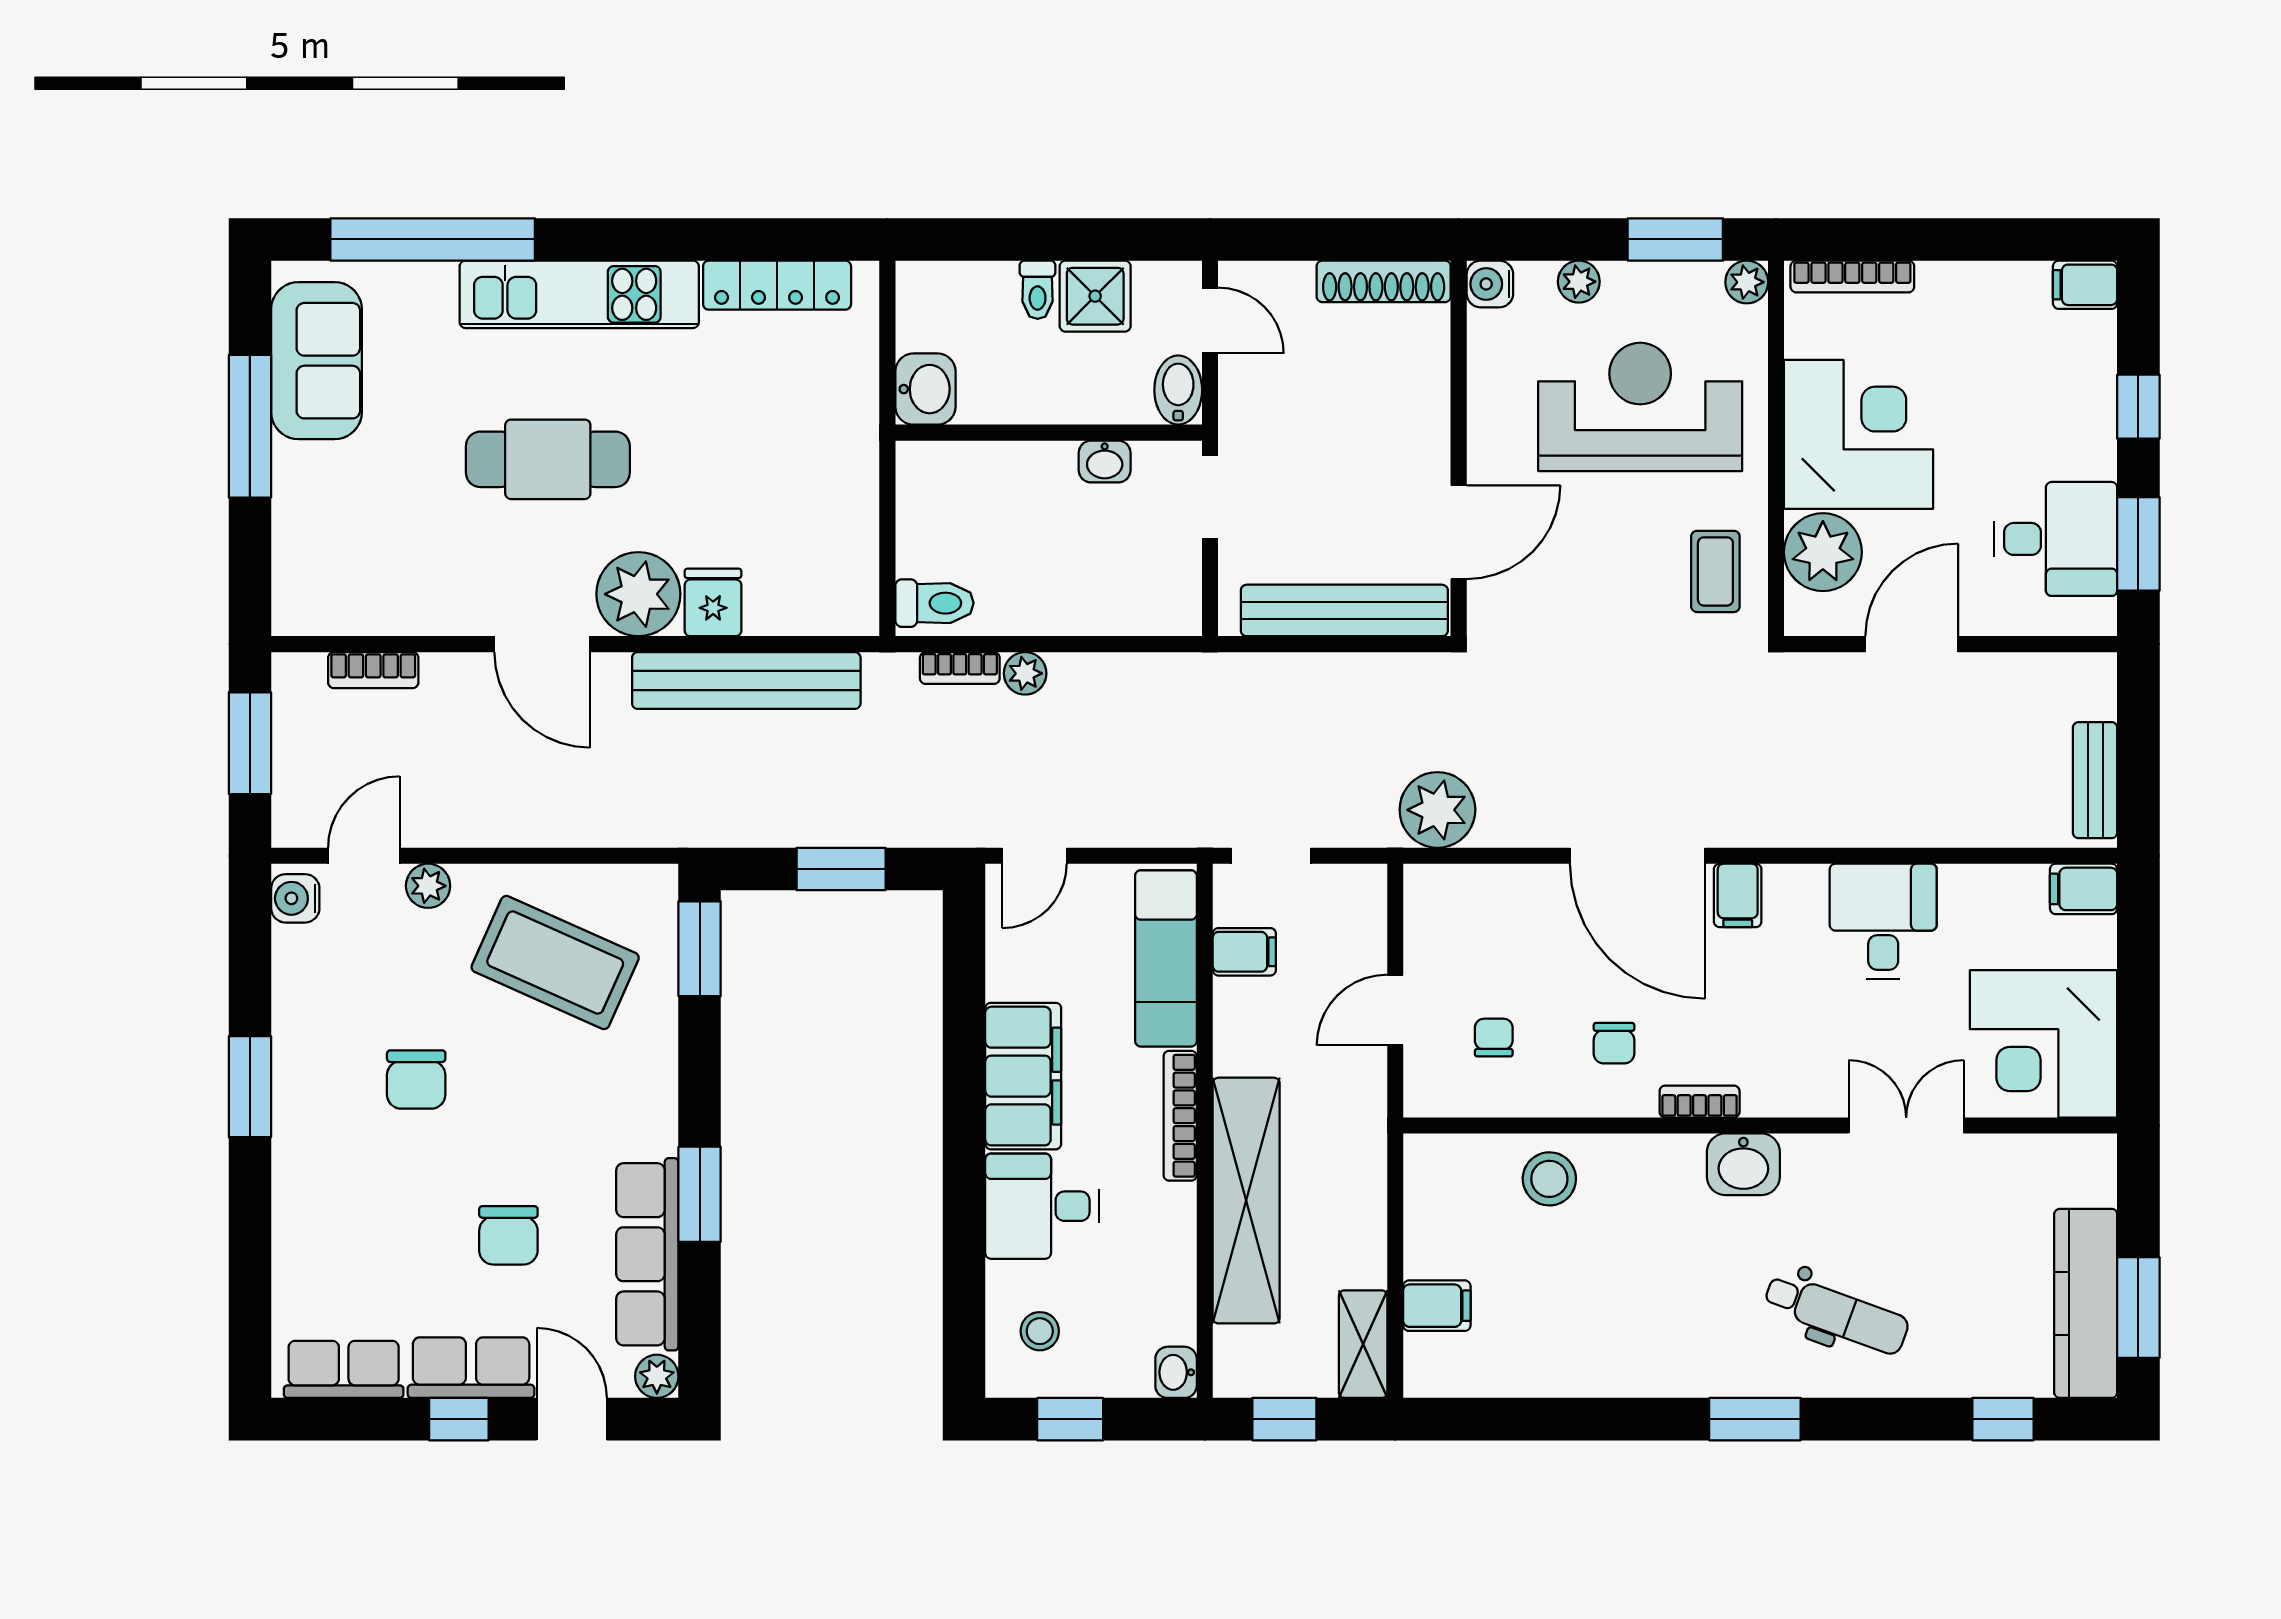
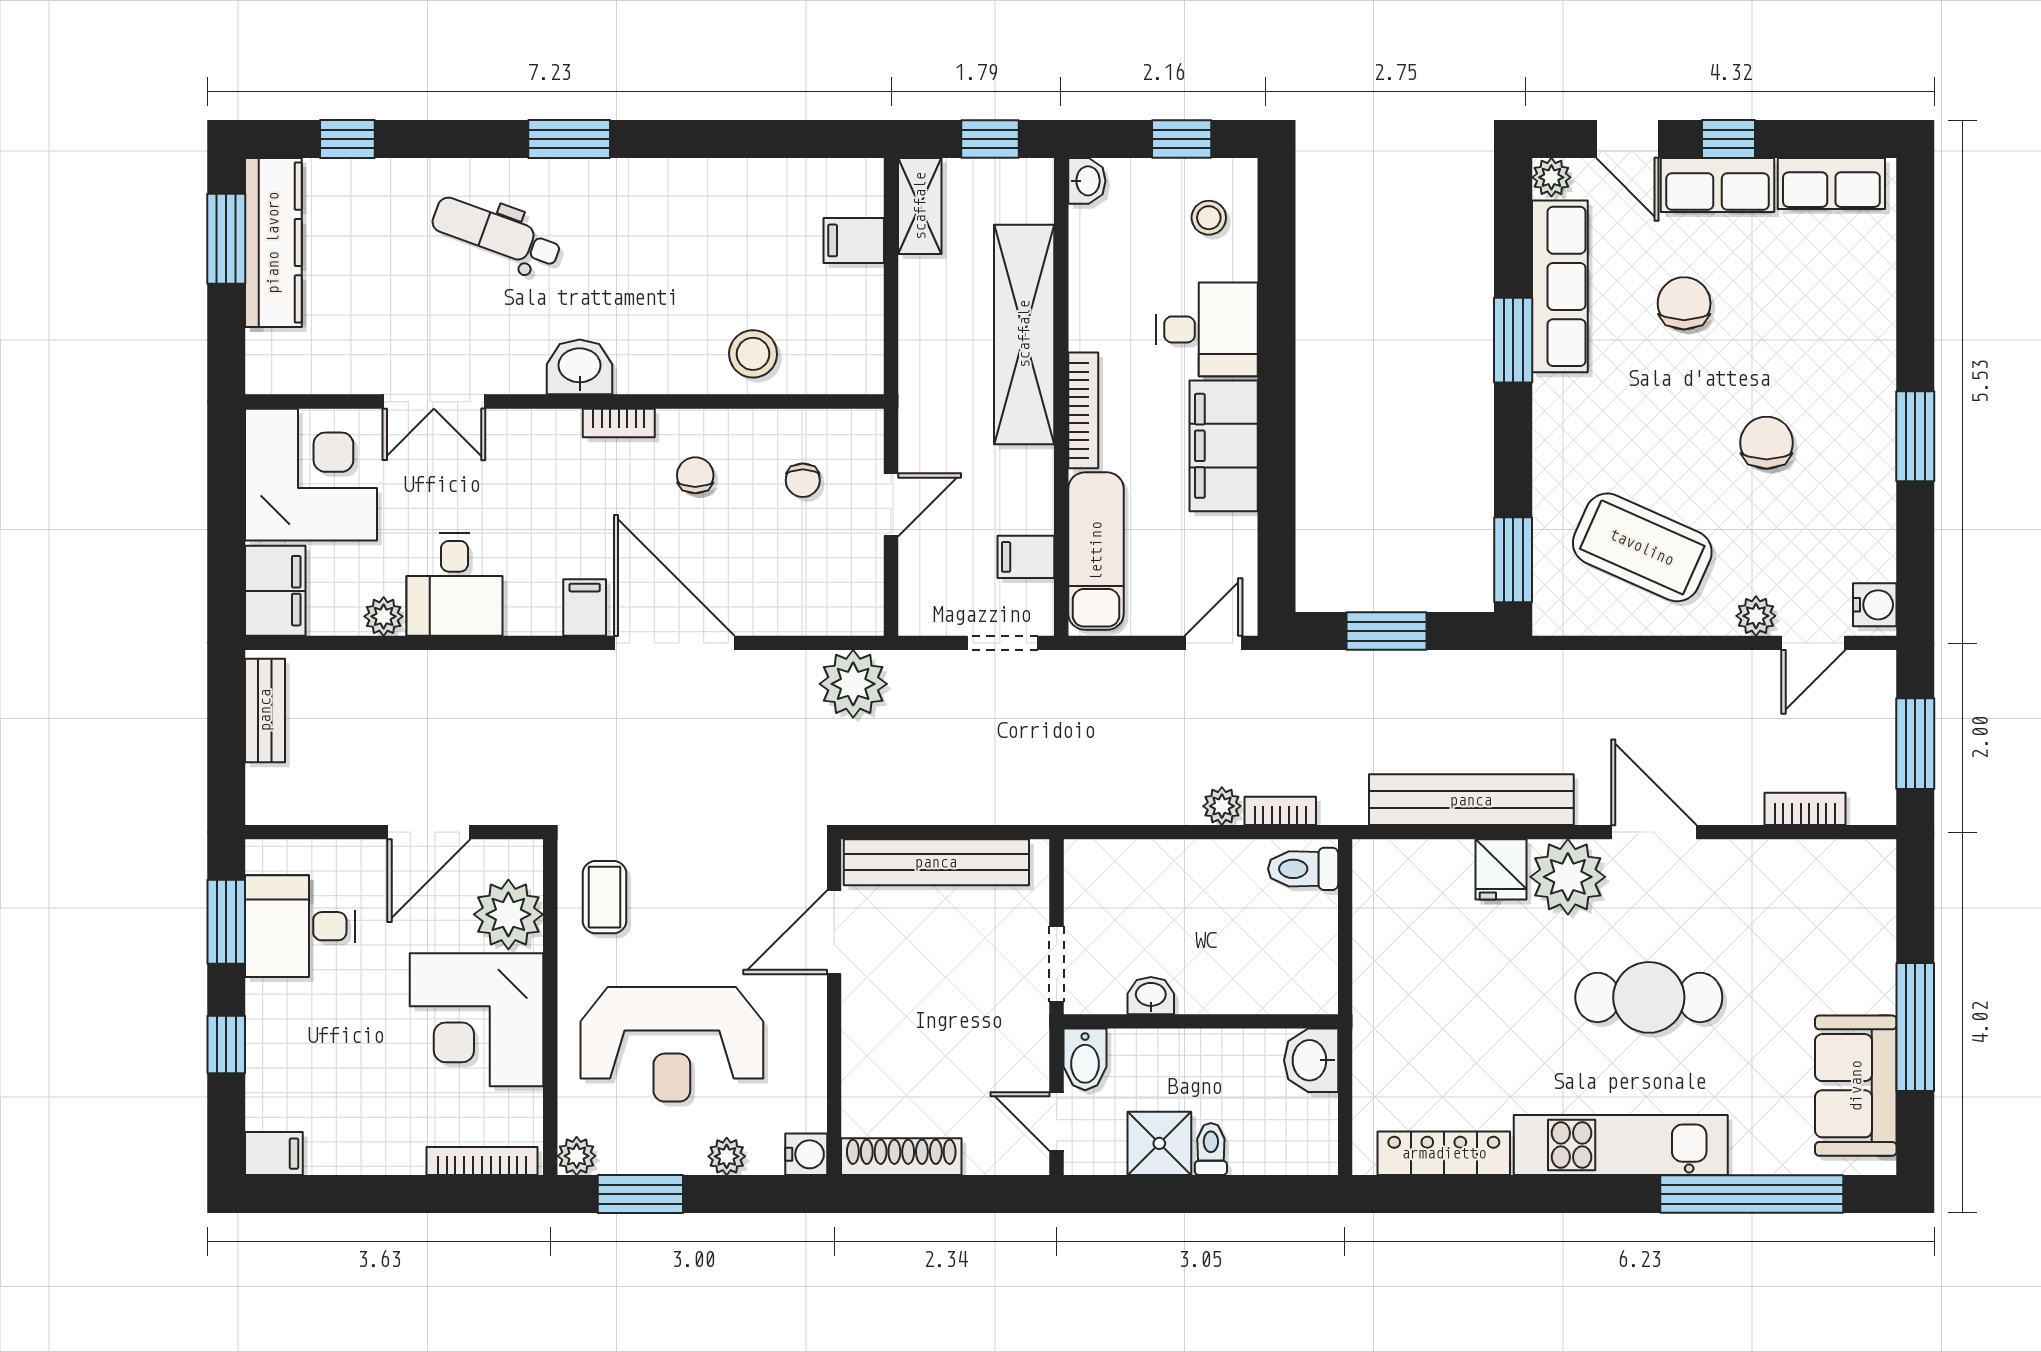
plant: (1962, 885) -> (384, 616), added
filing cabinet: (2084, 889) -> (275, 591), width x2.00

